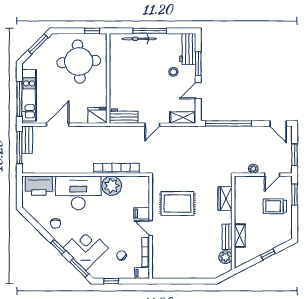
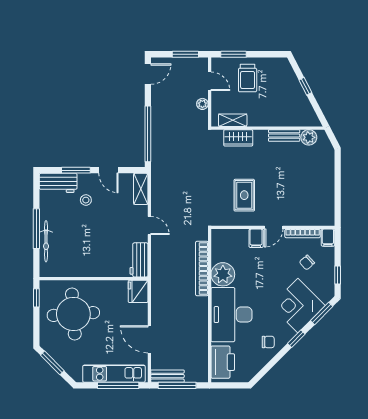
rug: (177, 204) -> (244, 195), width x0.73, depth x0.70
shelving: (240, 236) -> (233, 120), moved

